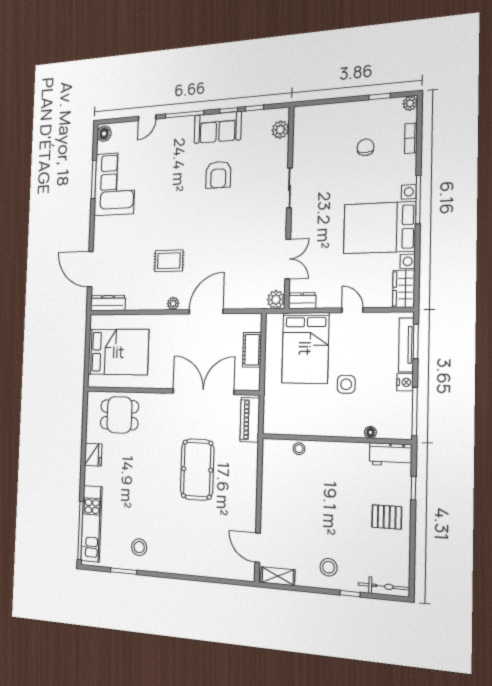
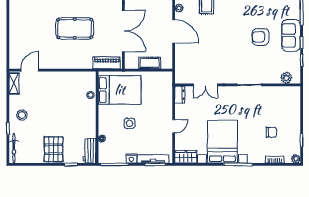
plant: (276, 299) -> (181, 78), removed
bed: (305, 348) -> (120, 90), moved, turned 180
pallet: (387, 517) -> (54, 149), width x1.50, depth x1.42

